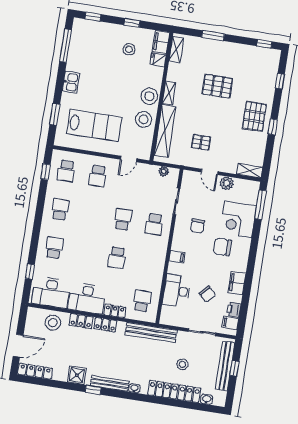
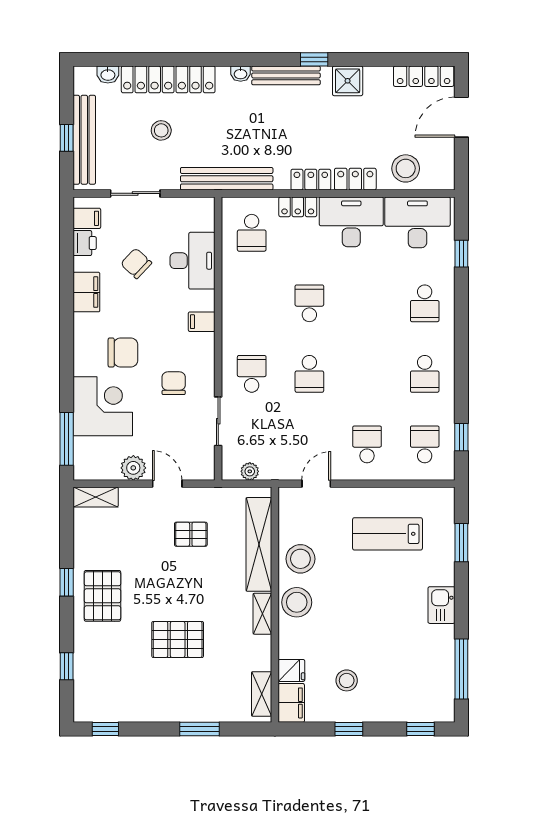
lab bench: (94, 126) -> (388, 534), width x0.73, depth x0.72

